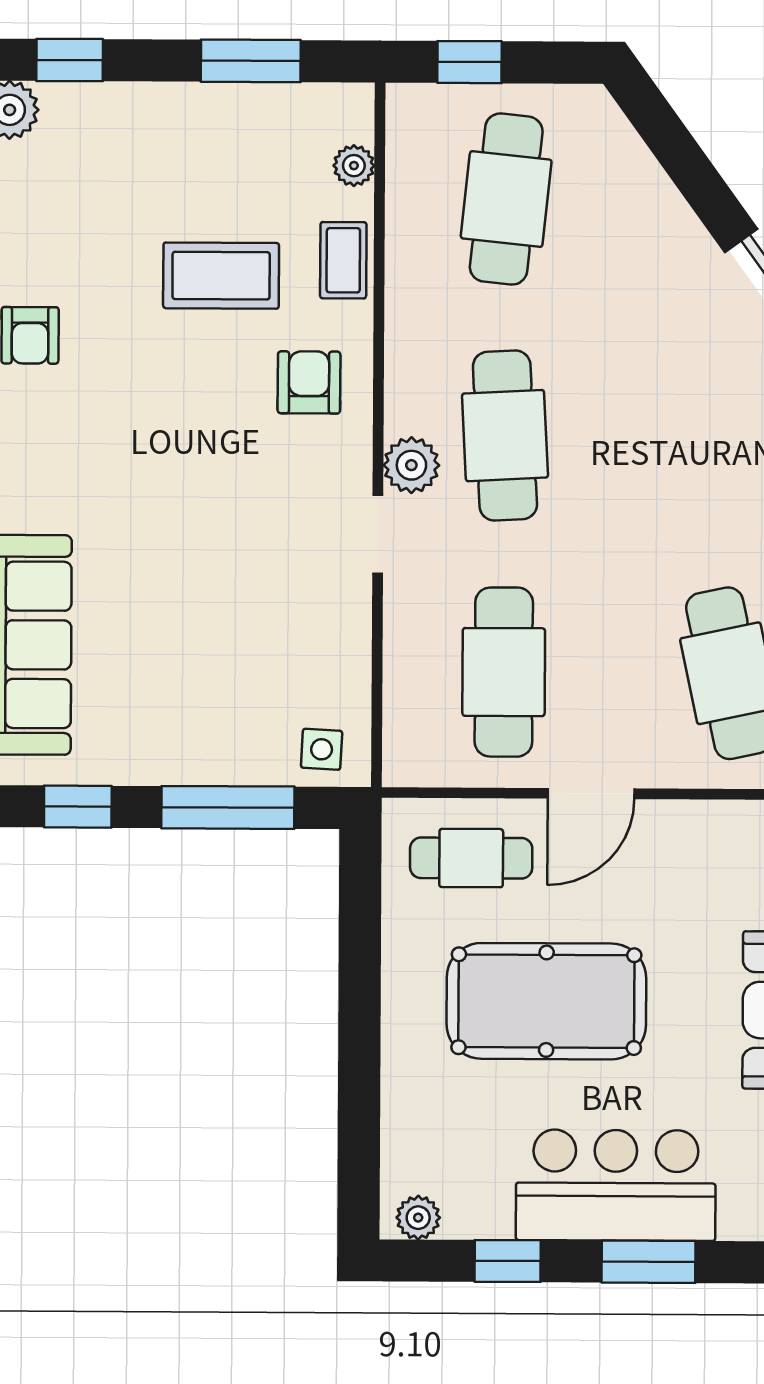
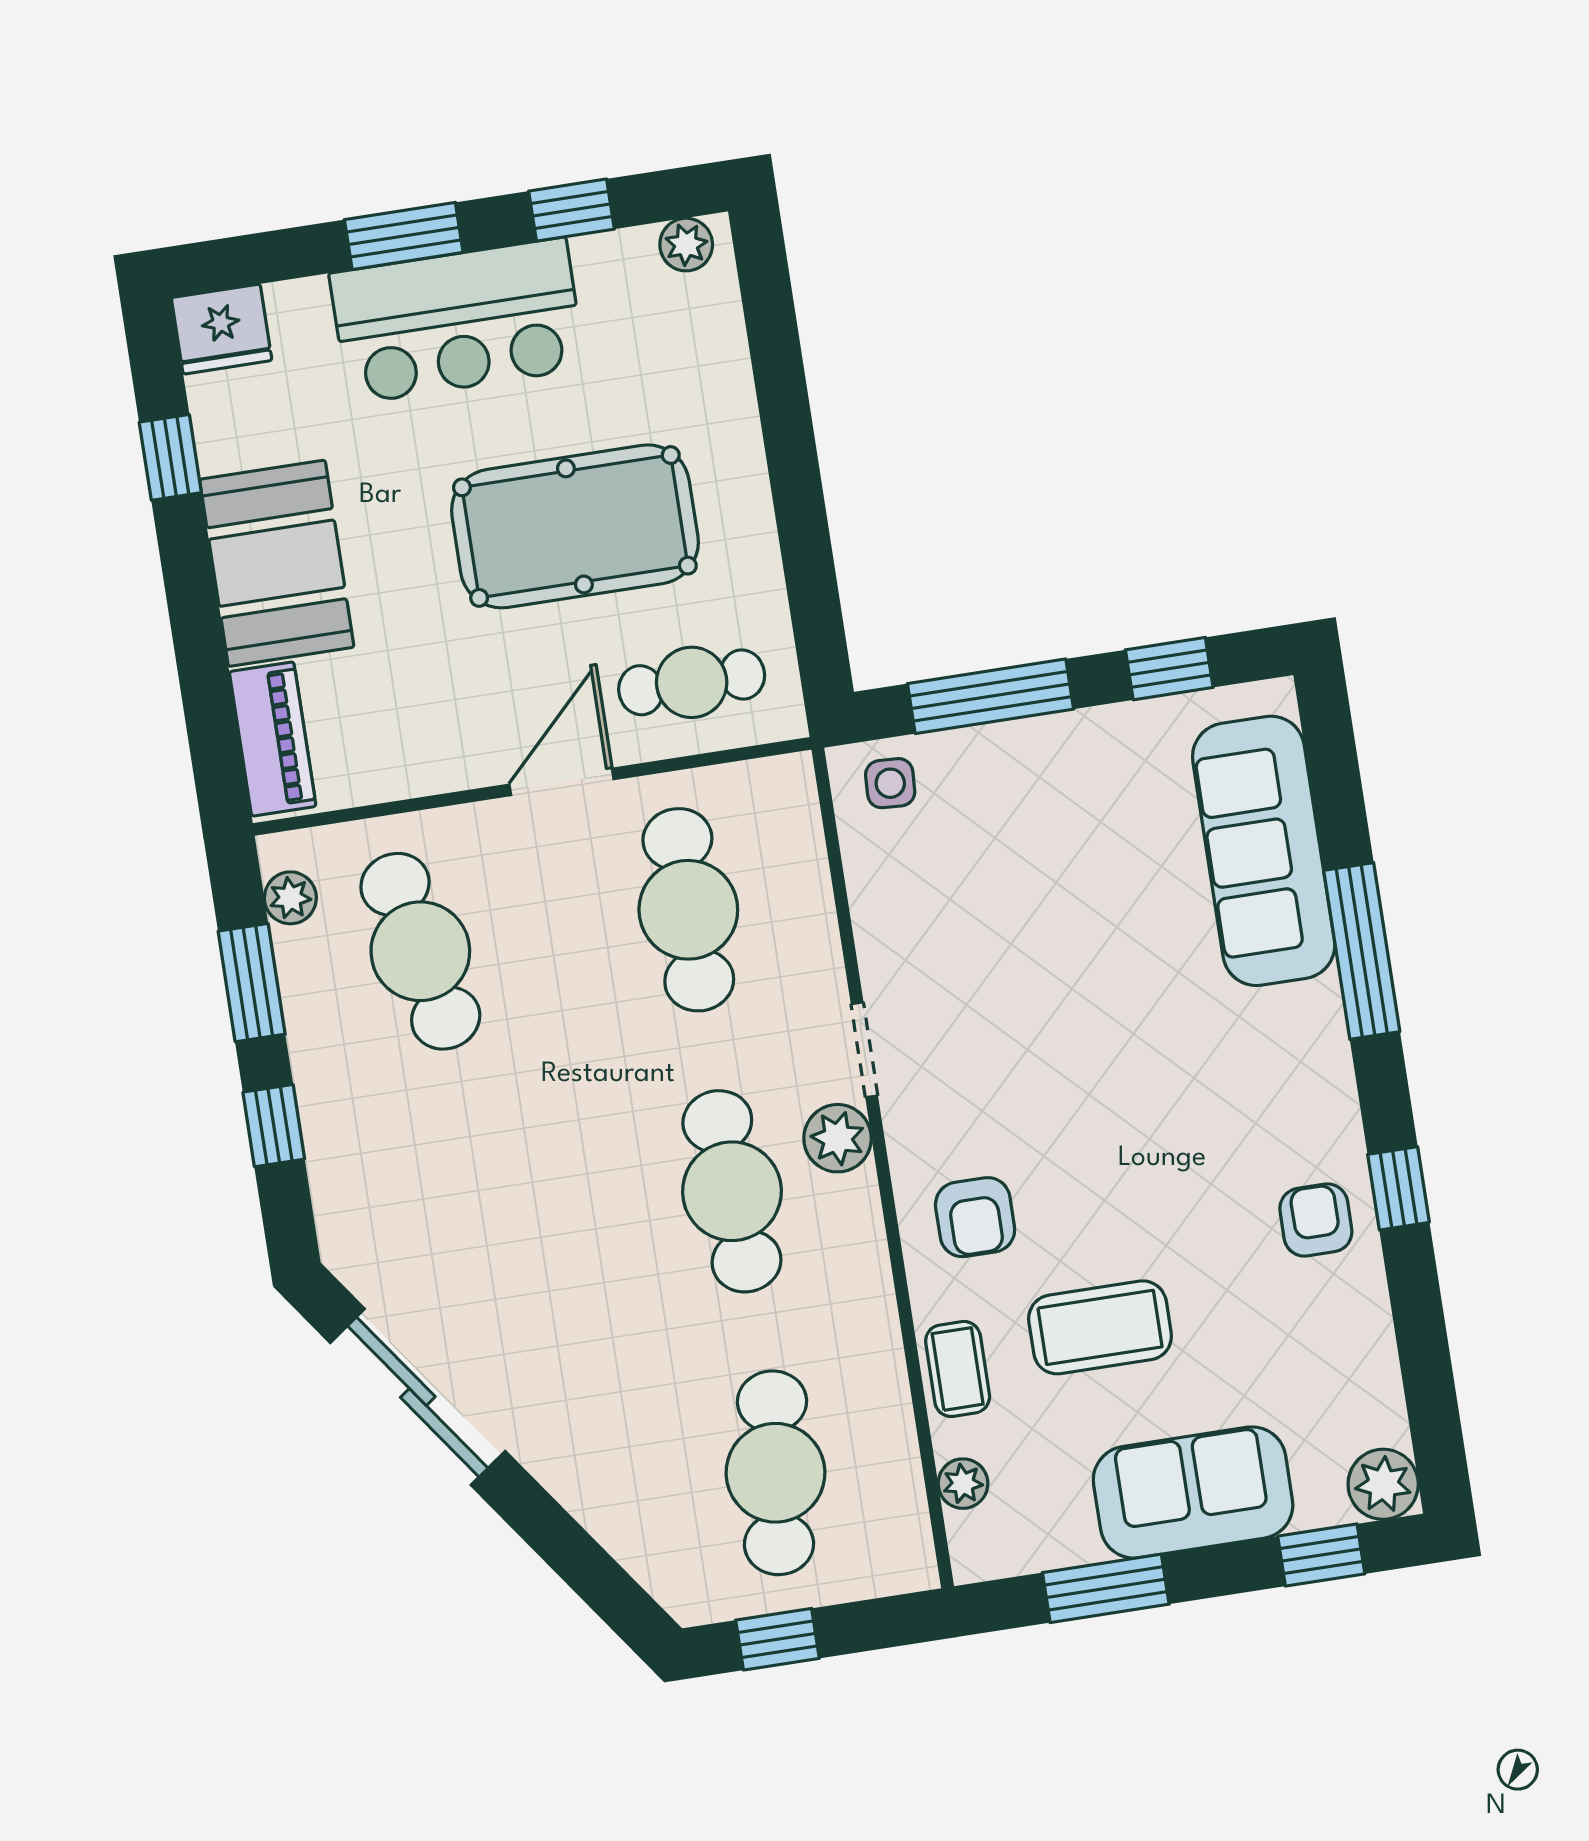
window: (470, 62) -> (778, 1639), moved
sofa: (166, 128) -> (1193, 1492), added

